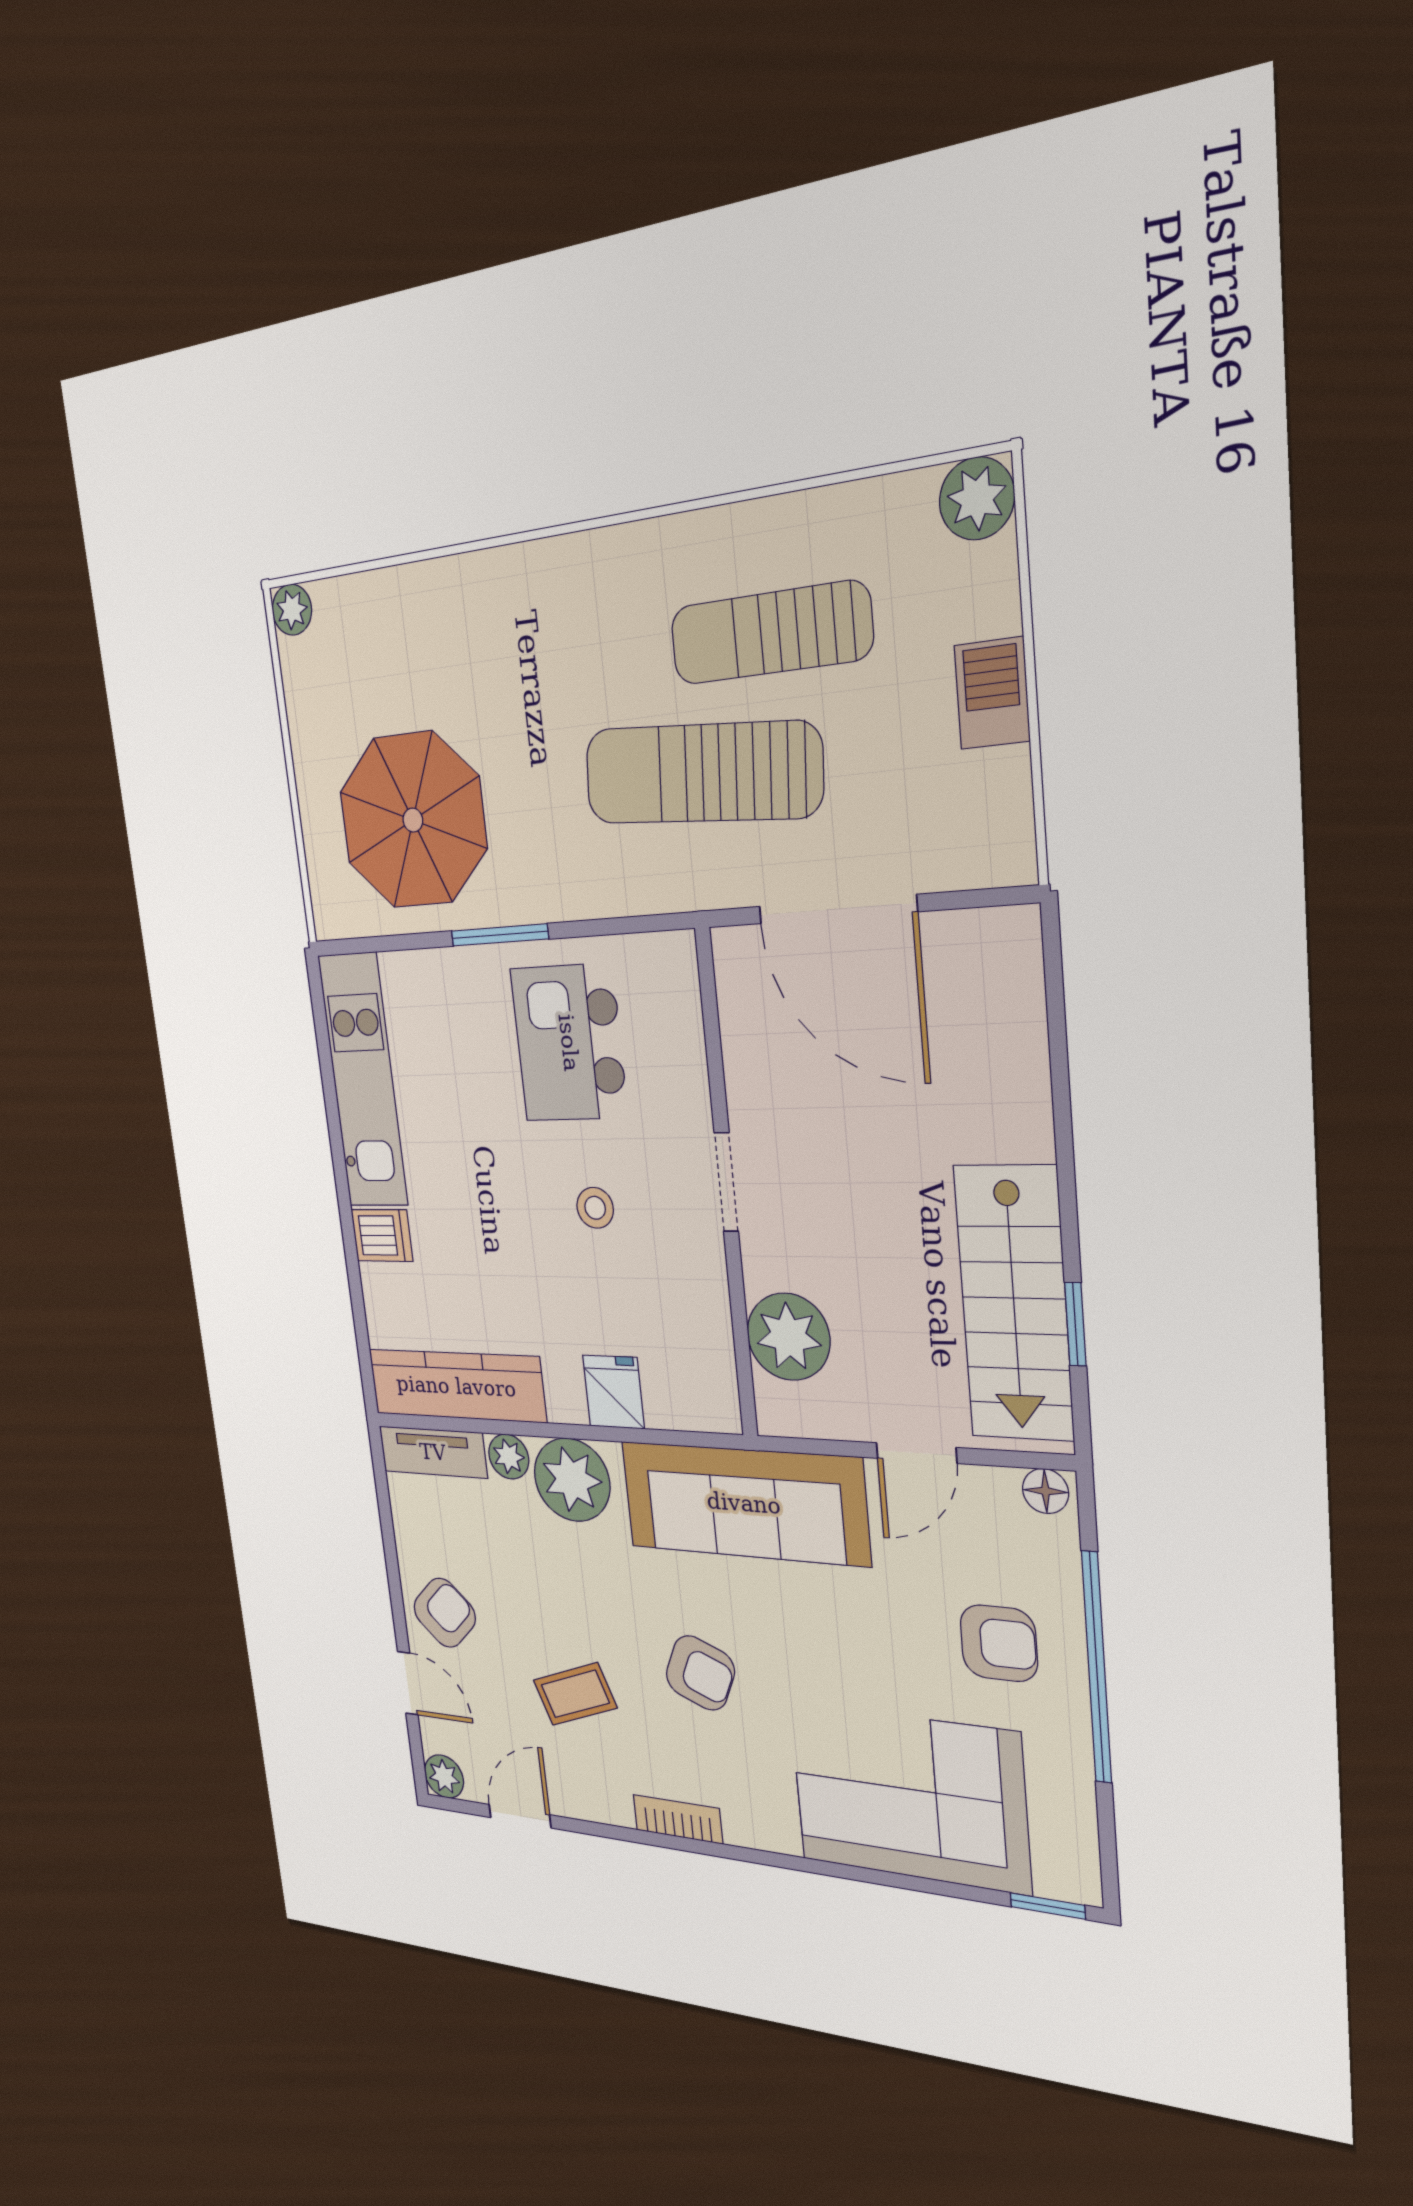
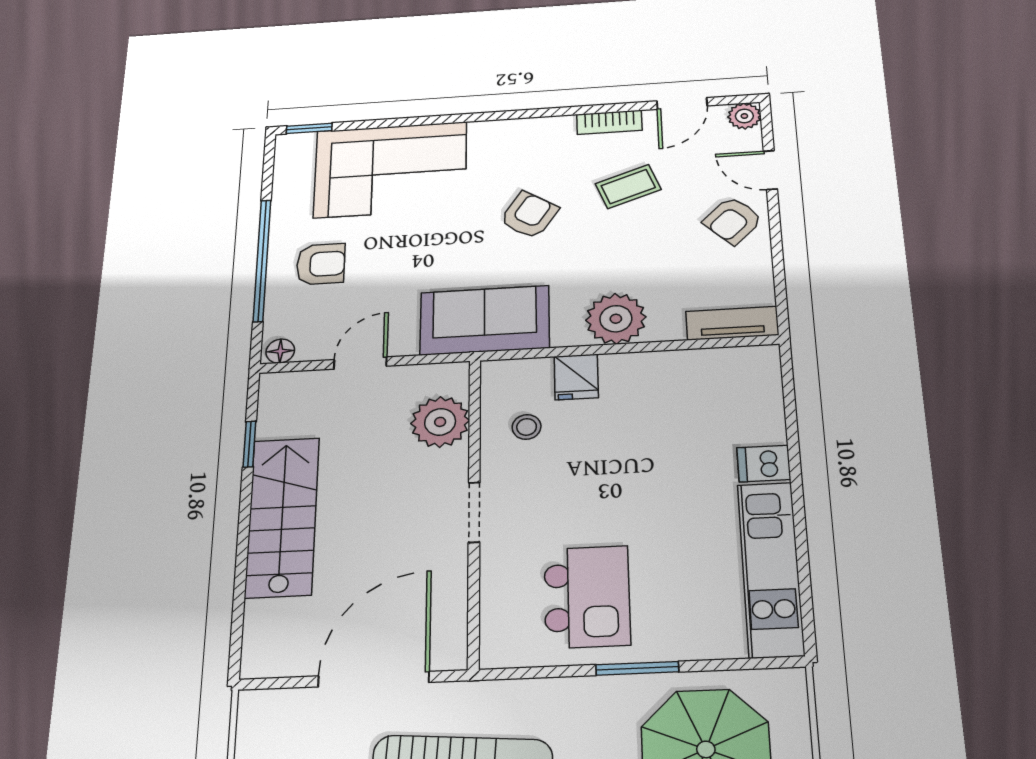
door: (837, 909) -> (374, 679), hinge flipped
stool: (595, 1208) -> (527, 427), moved
stairs: (1014, 1303) -> (282, 517), moved
kitchen counter: (456, 1386) -> (707, 369), removed
plant: (509, 1457) -> (667, 327), removed
sofa: (744, 1503) -> (485, 320), width x0.73
armchair: (999, 1643) -> (321, 264), turned 180
armchair: (700, 1673) -> (529, 215), turned 100
bookcase: (678, 1819) -> (609, 122), moved

